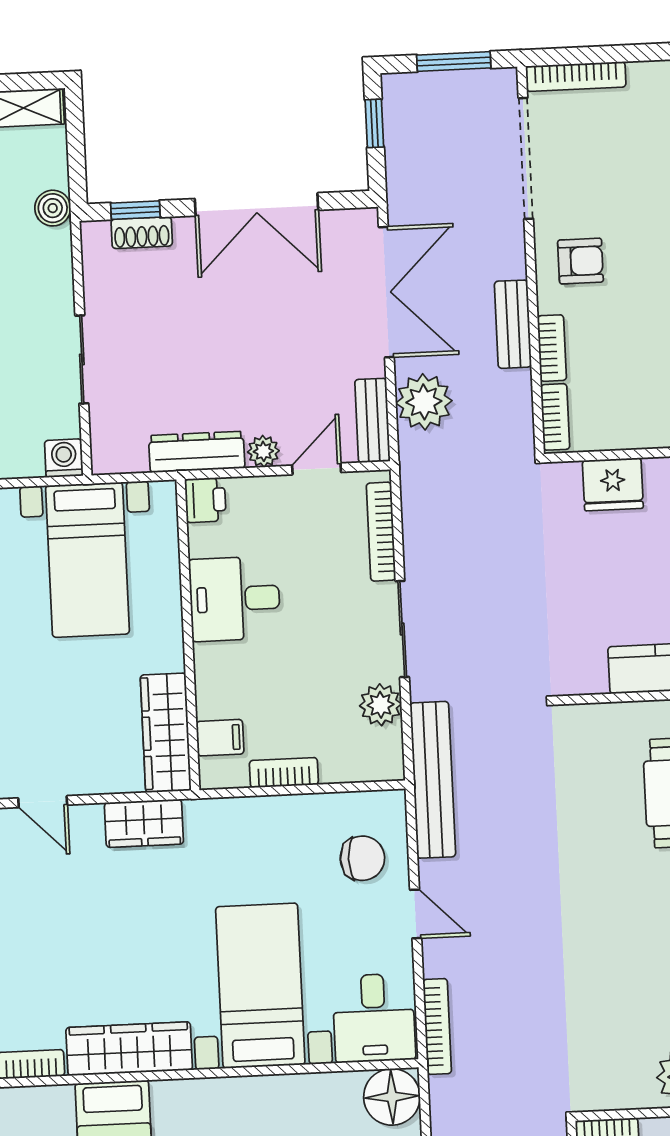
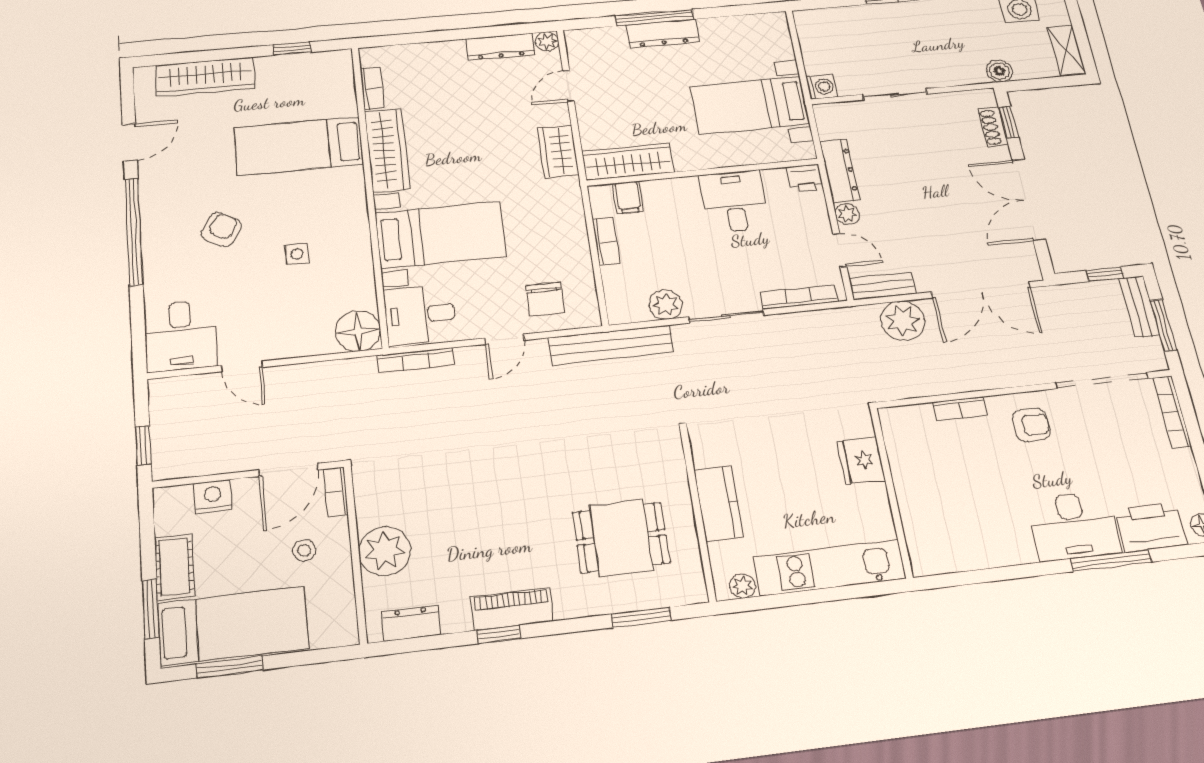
armchair: (581, 261) -> (1031, 425), turned -90
bench: (513, 324) -> (1139, 307), moved, turned 90
bookcase: (555, 417) -> (907, 415), removed

